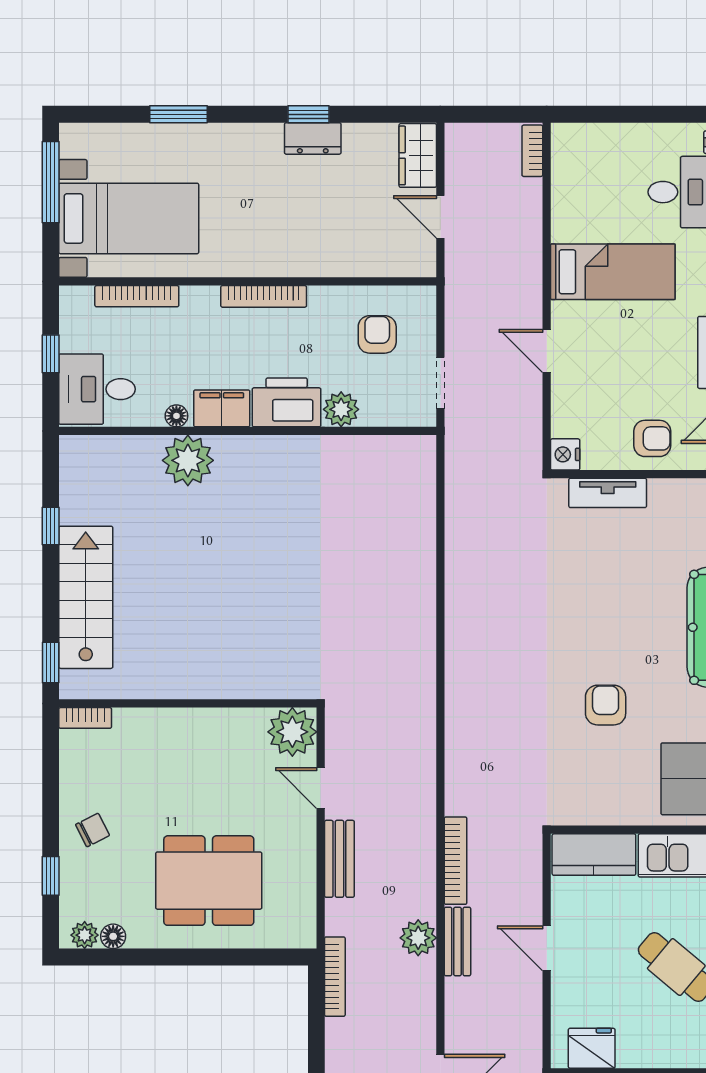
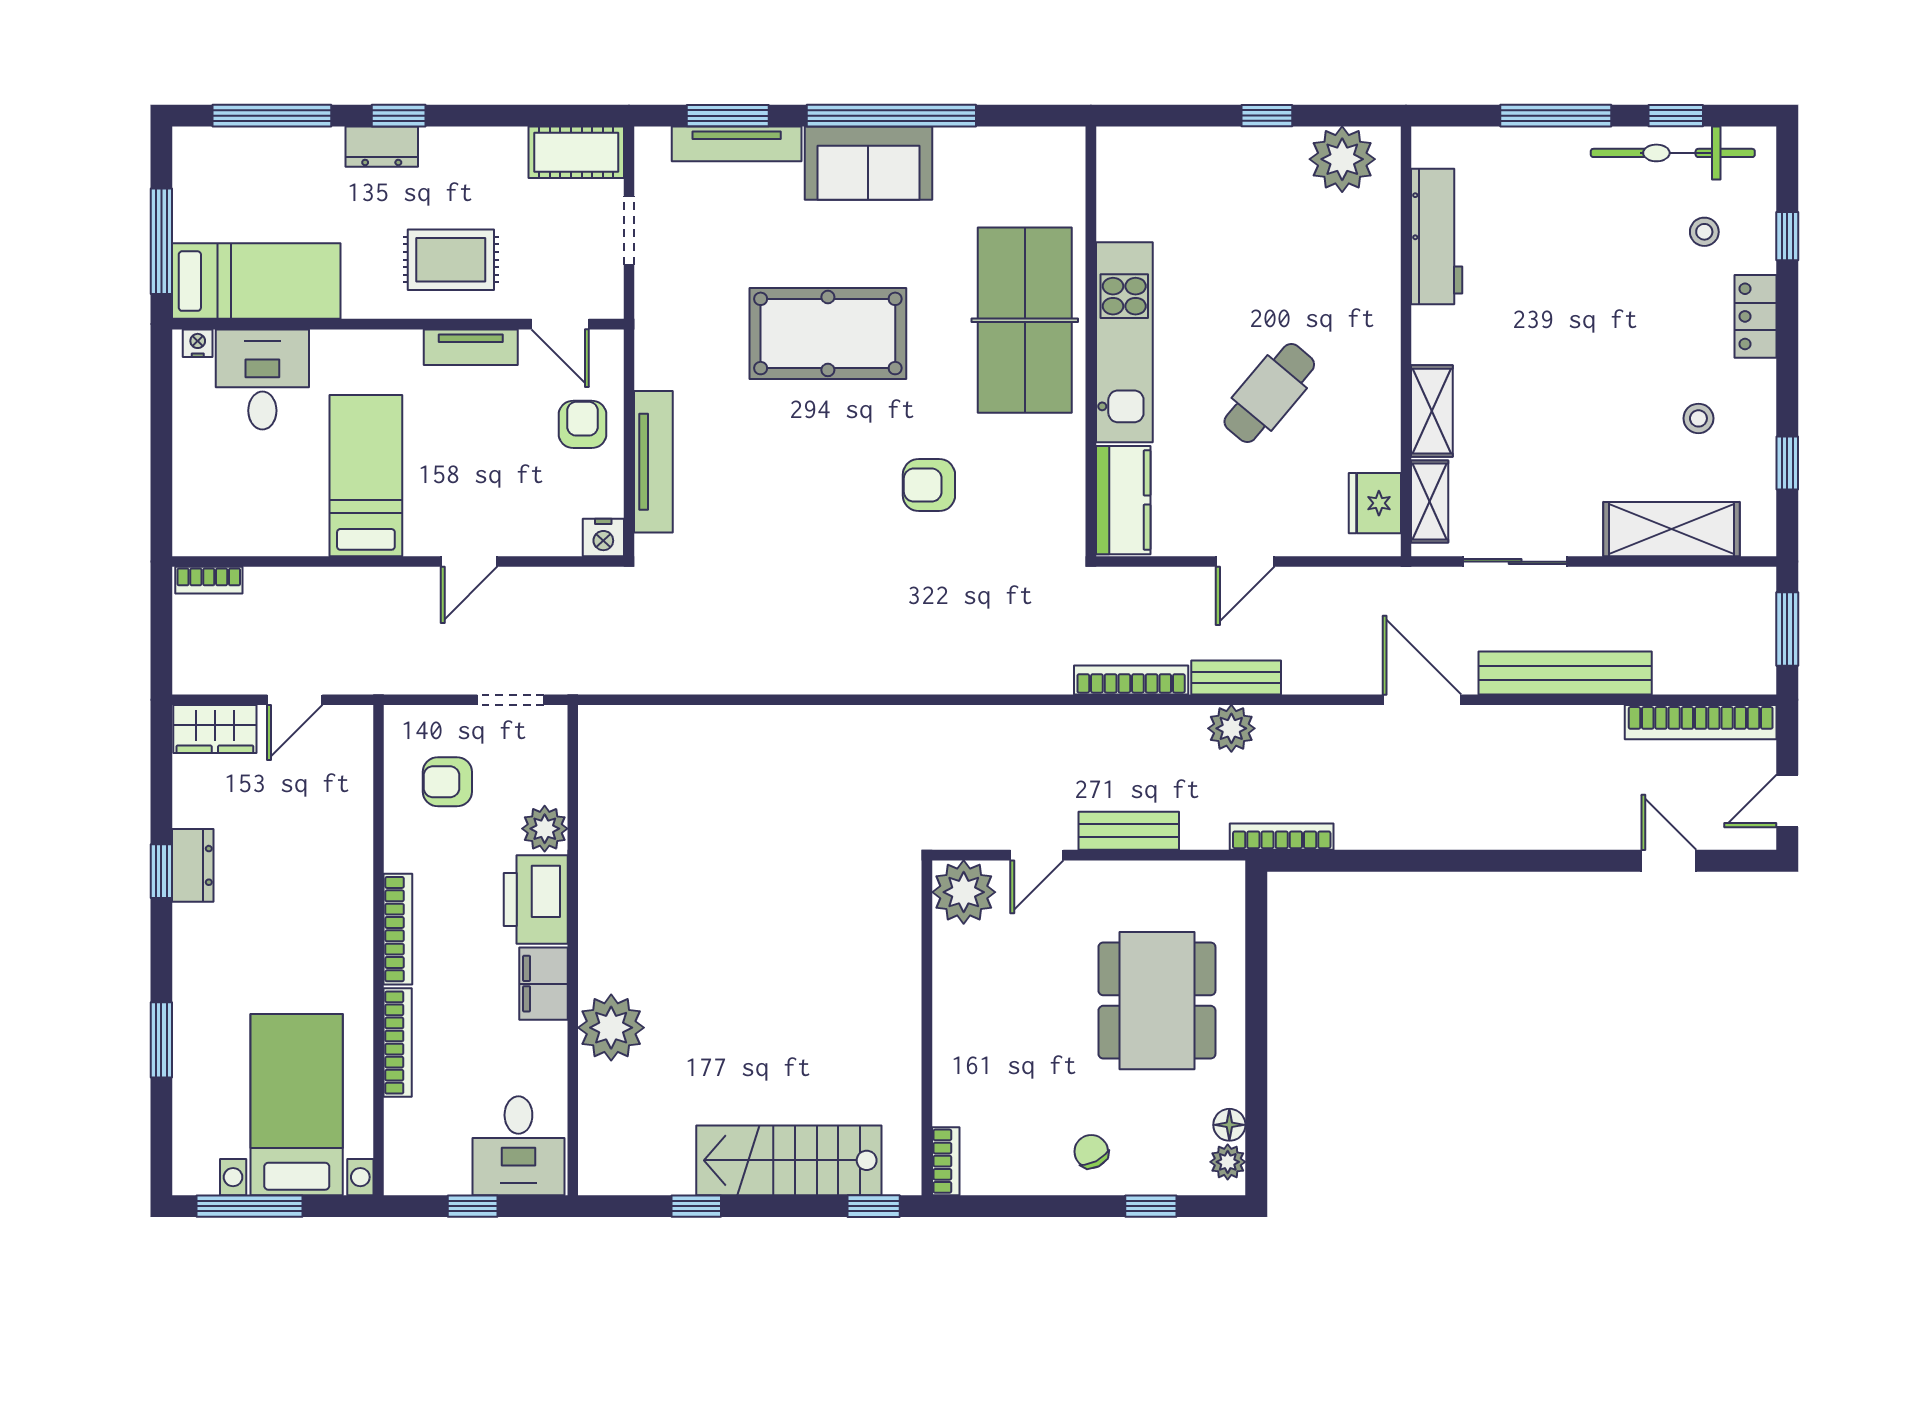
bookcase: (137, 296) -> (398, 1043), moved
floor lamp: (176, 416) -> (553, 1043), removed
tv unit: (608, 493) -> (653, 462), width x1.41

